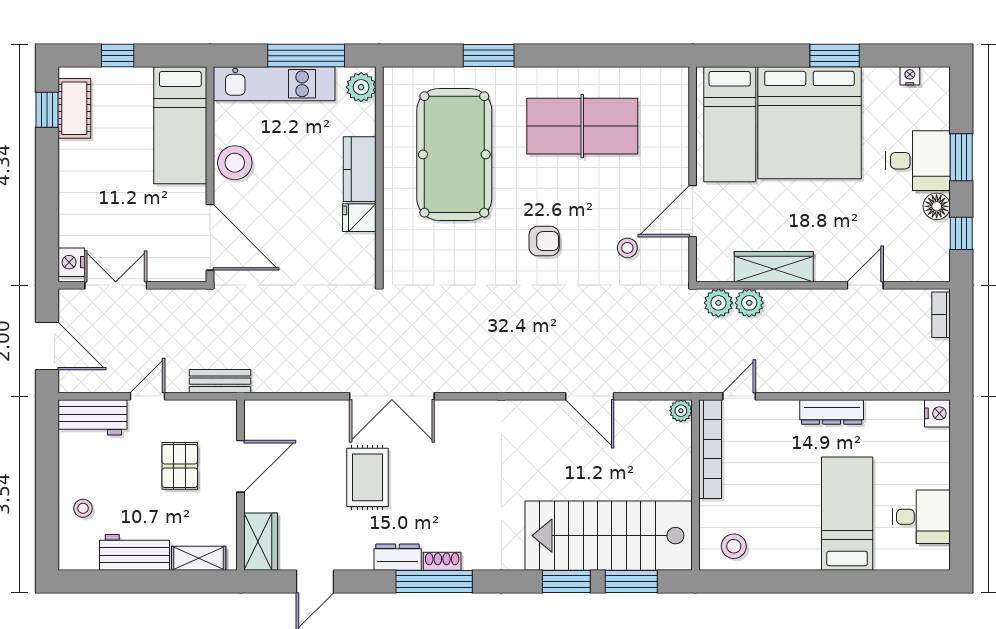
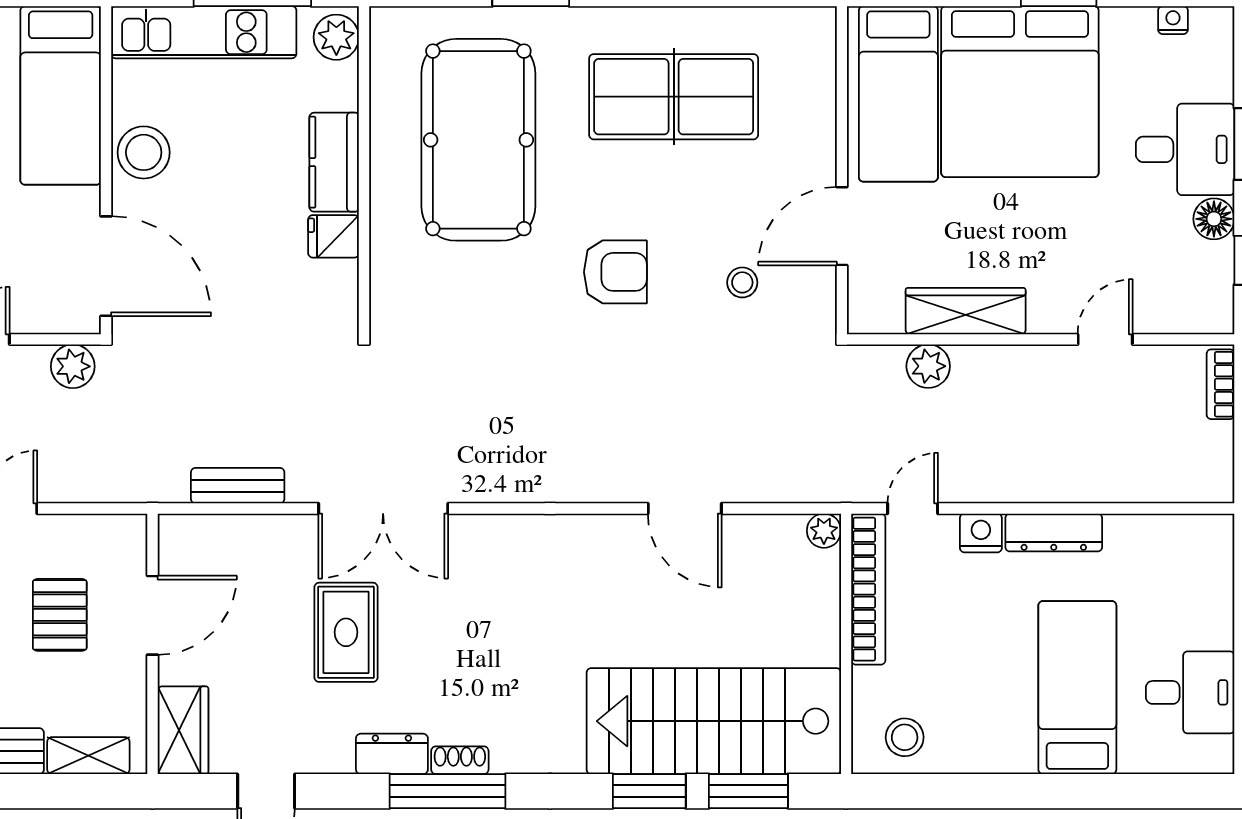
armchair: (544, 241) -> (615, 272), width x1.38, depth x1.38
plant: (718, 303) -> (73, 366), moved
bench: (220, 381) -> (238, 486), moved
nightstand: (937, 413) -> (981, 533), moved, turned -90

